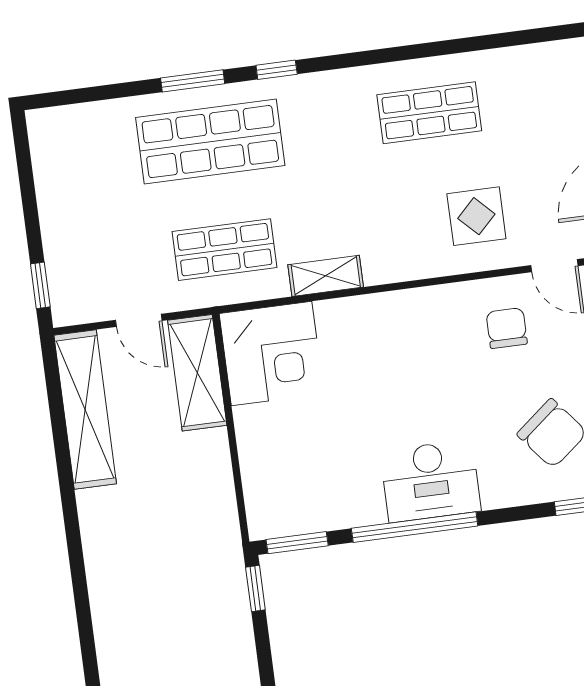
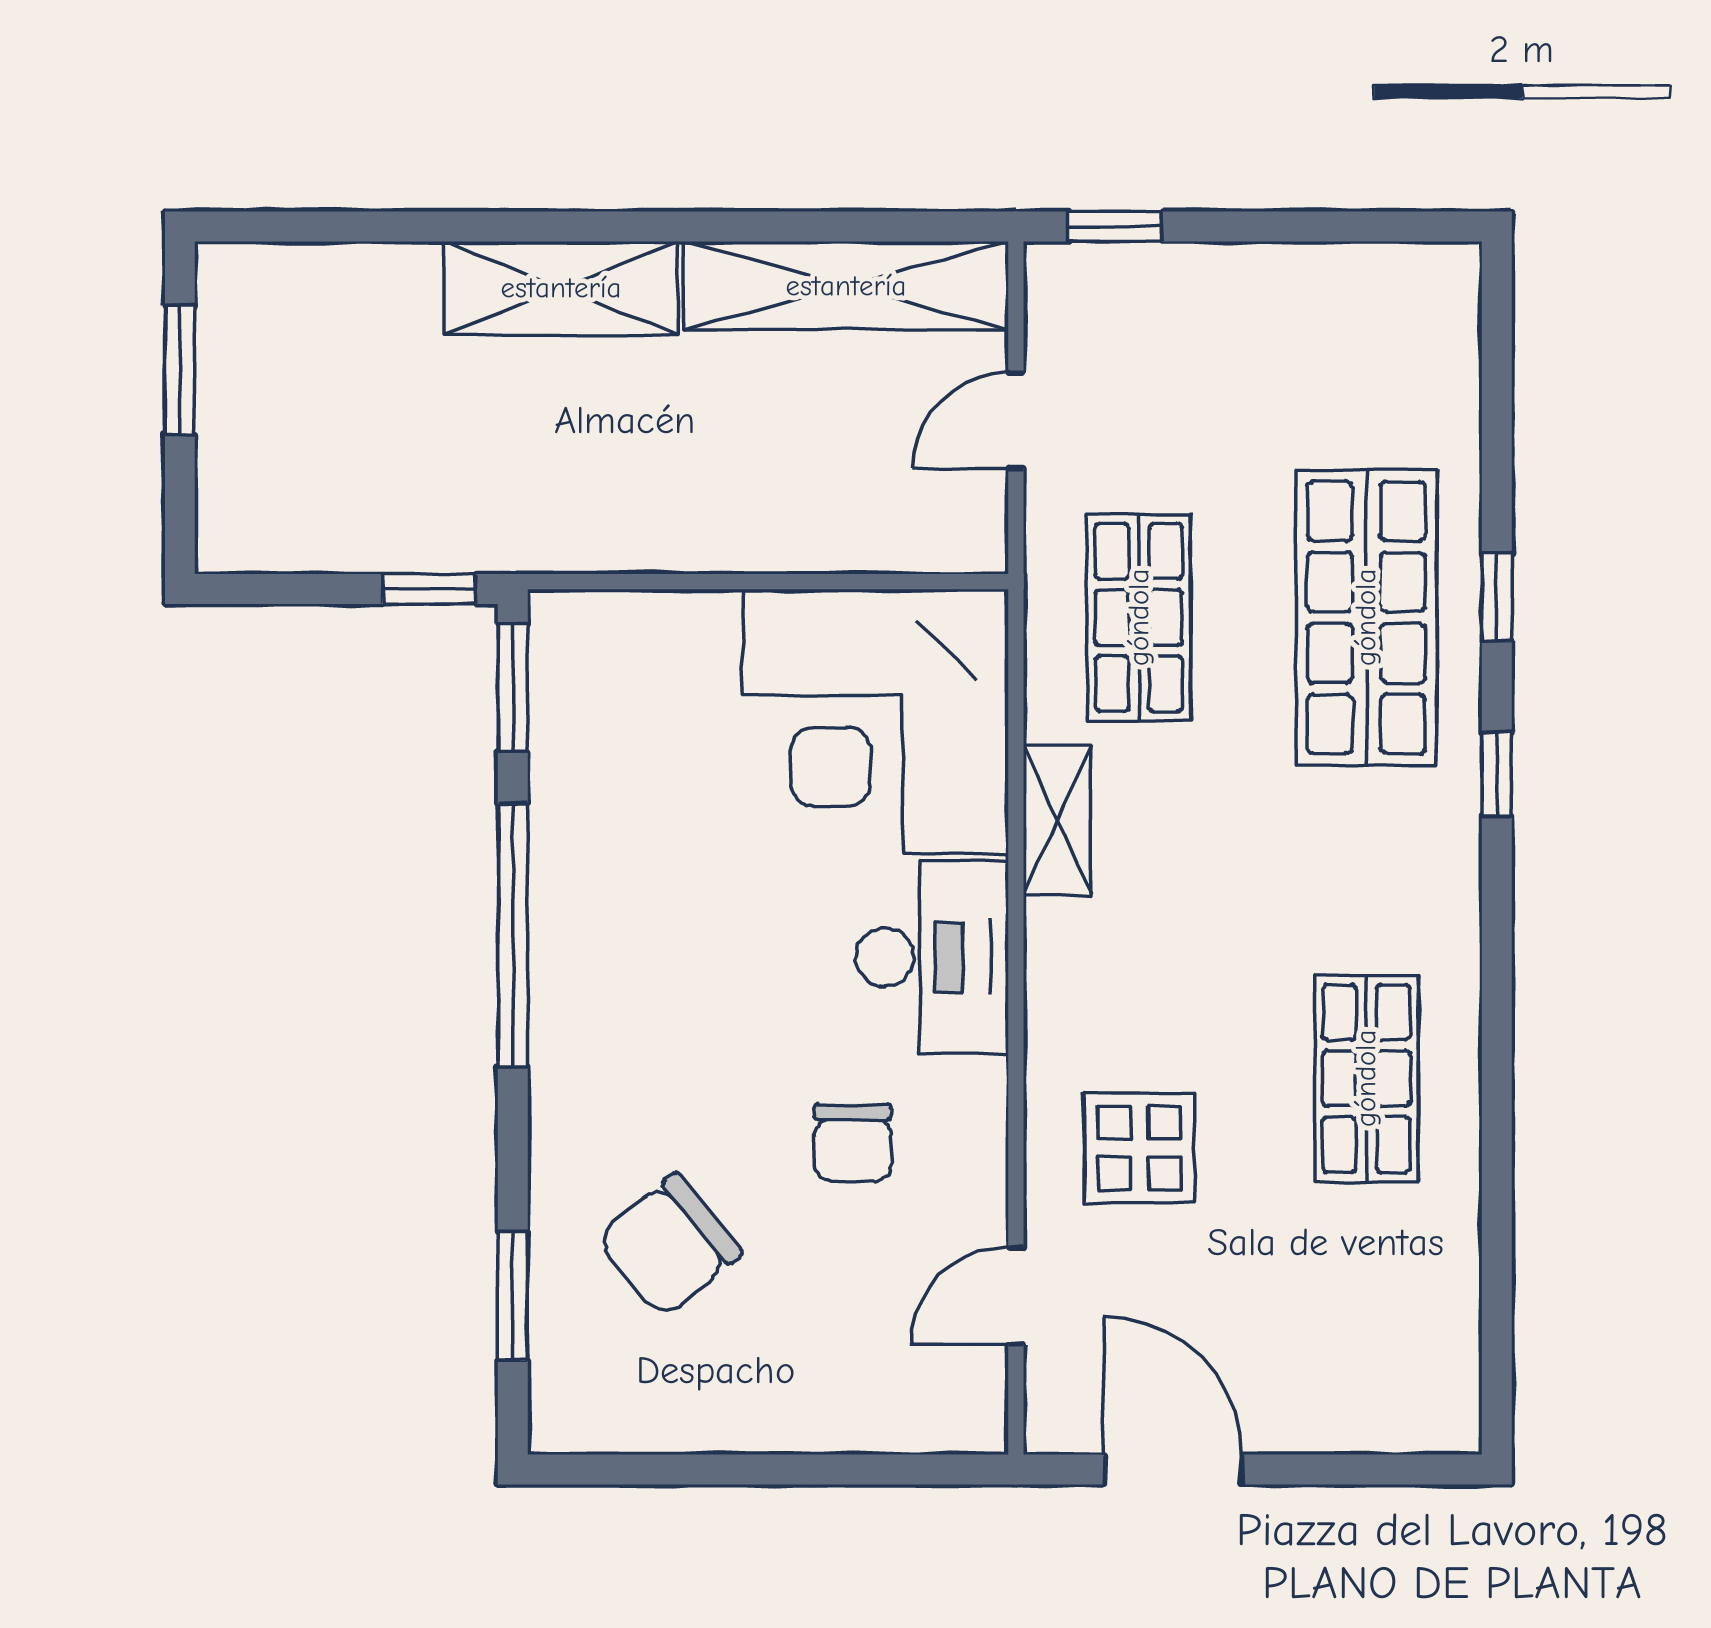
window: (193, 81) -> (1497, 597), width x0.67
chair: (507, 328) -> (853, 1143), moved, turned 90
corner desk: (272, 354) -> (876, 722), width x1.36, depth x1.36
shelving: (197, 373) -> (561, 288), moved
desk: (430, 481) -> (932, 957), moved, turned 180

